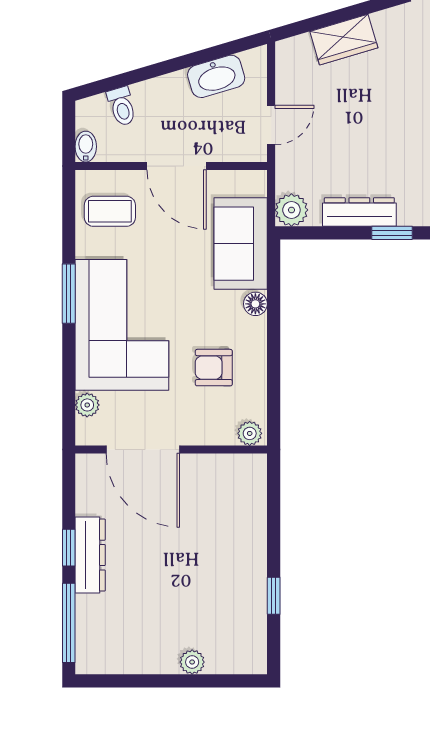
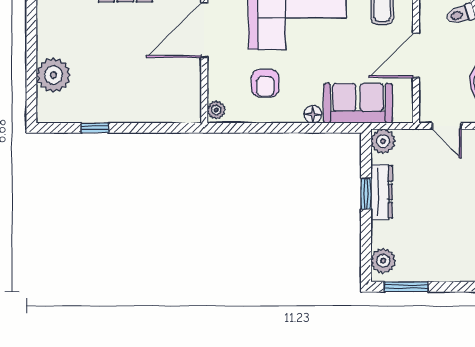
window: (392, 233) -> (366, 194), moved
armchair: (214, 368) -> (265, 83), turned 180
plant: (192, 662) -> (53, 75), width x1.87, depth x1.87

